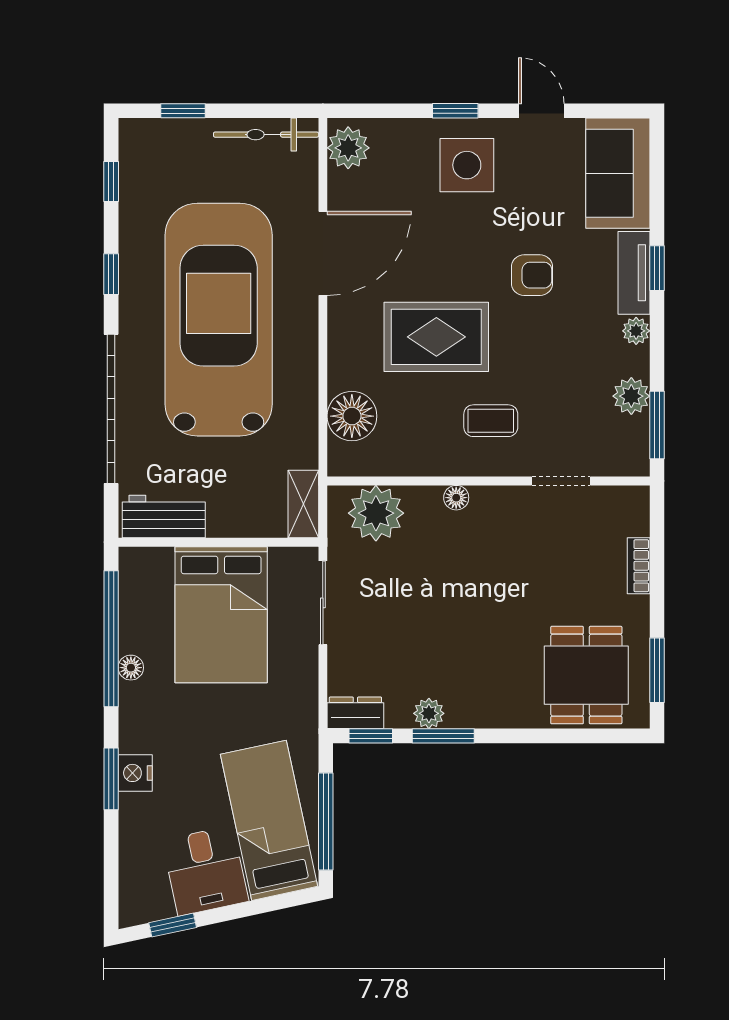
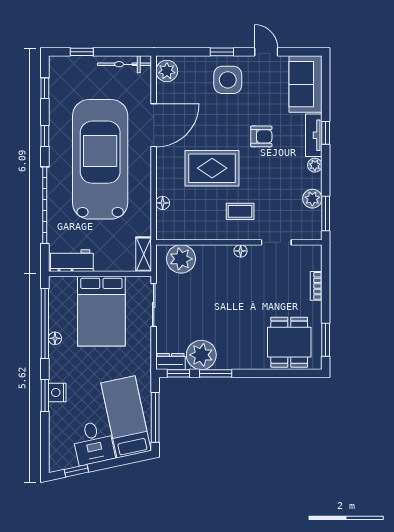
floor lamp: (352, 416) -> (163, 203), width x0.53, depth x0.53
floor lamp: (456, 498) -> (241, 251), moved
plant: (429, 713) -> (201, 355), width x1.87, depth x1.87

